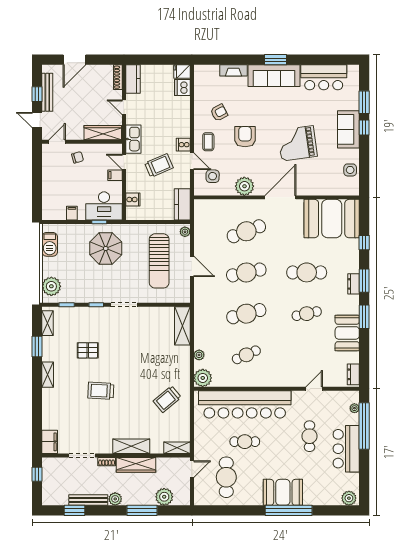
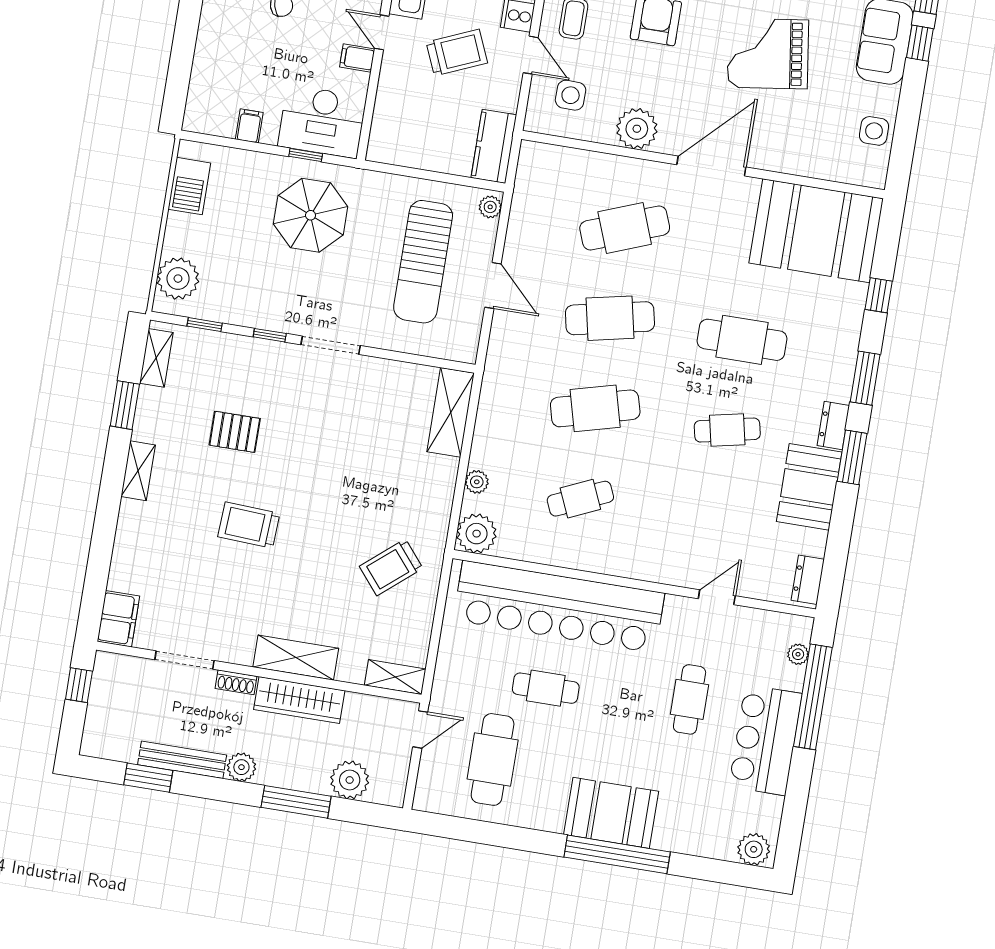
cooker: (133, 200) -> (387, 118), removed
dresser: (354, 284) -> (833, 425), moved

